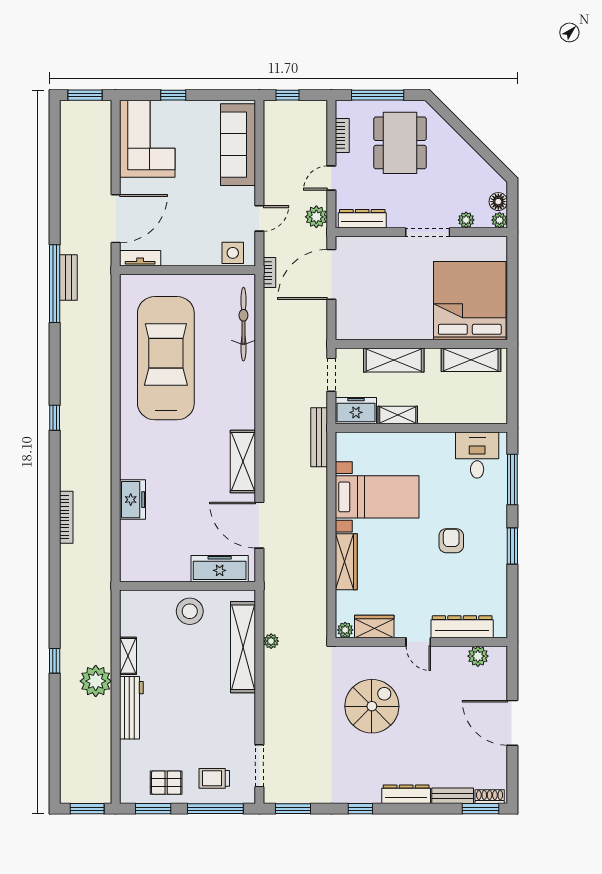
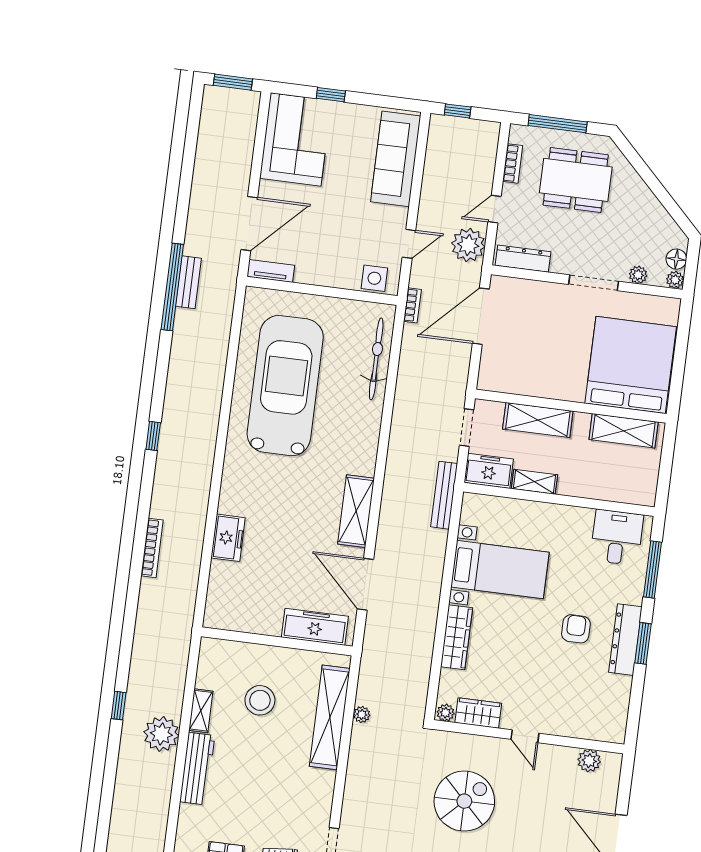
dining table: (400, 143) -> (576, 180), turned 90
plant: (316, 217) -> (468, 245), width x1.36, depth x1.36
stool: (190, 611) -> (260, 700), moved
dresser: (462, 627) -> (625, 640), moved, turned -90

